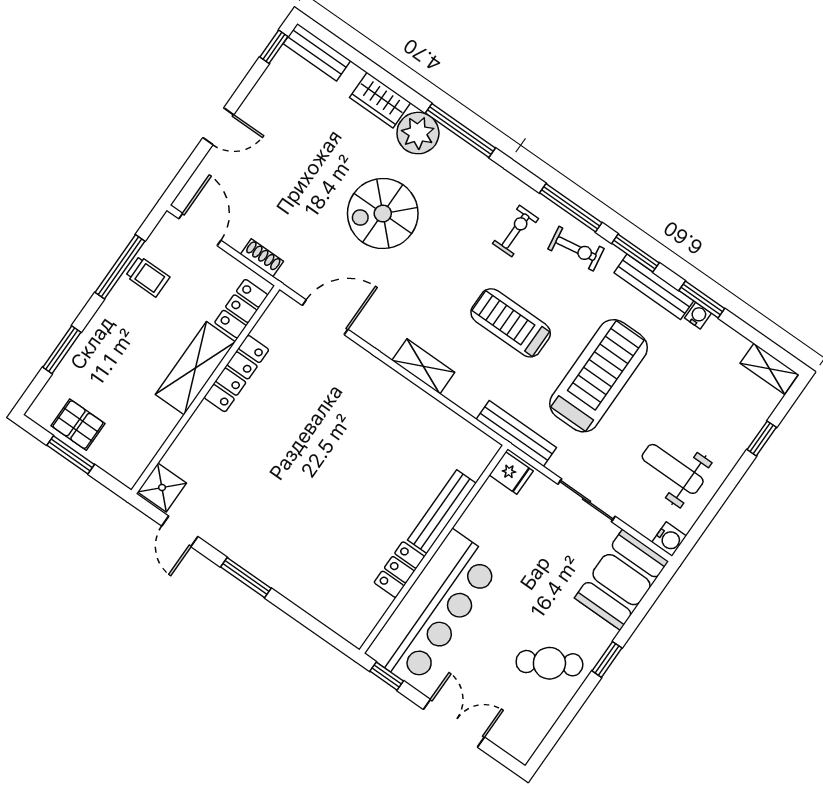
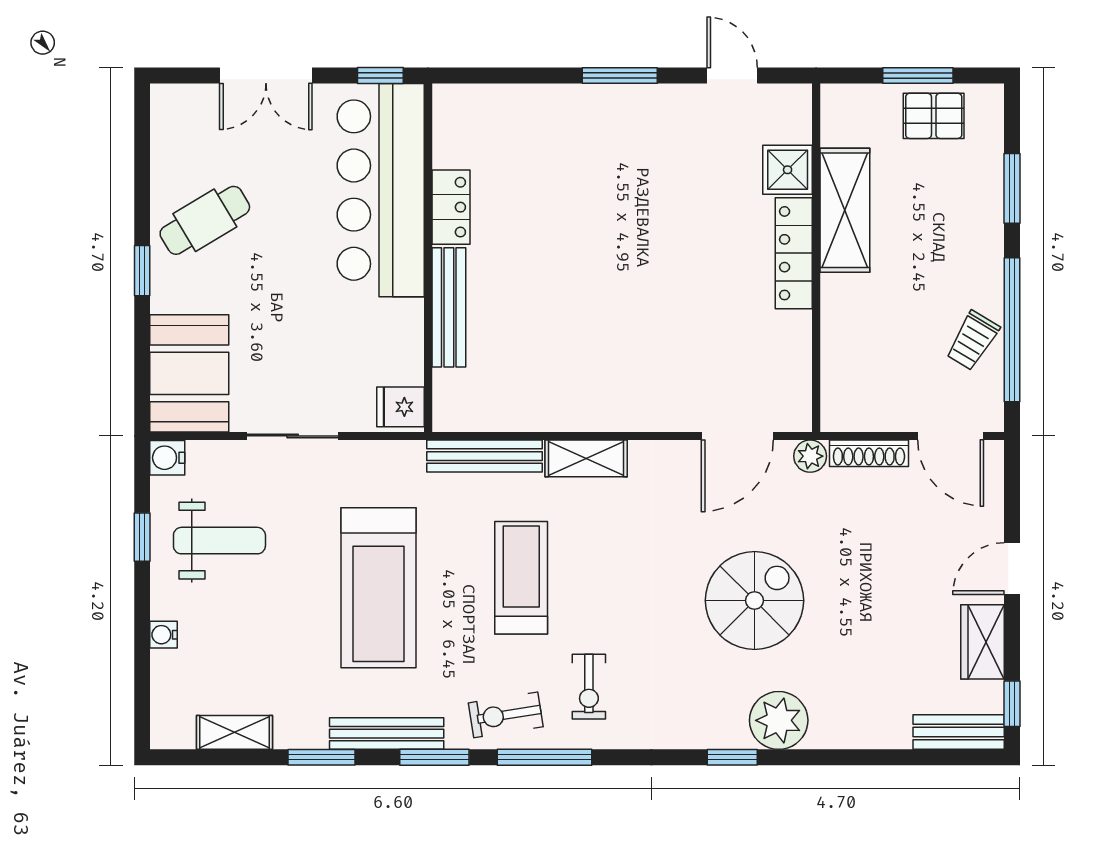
wardrobe: (380, 100) -> (983, 642), moved, turned -90
window: (460, 130) -> (732, 757), width x0.46
shoe rack: (262, 258) -> (869, 453), width x1.43
window: (120, 267) -> (1012, 330), width x1.46
plant: (291, 275) -> (810, 456), added
trolley: (148, 276) -> (973, 341), turned -59
locker: (241, 309) -> (840, 379), removed
water cooler: (698, 316) -> (163, 635), moved, turned 90
treadmill: (511, 323) -> (521, 578), turned -90
shelving: (195, 368) -> (845, 210), moved
shelving: (769, 369) -> (234, 732), moved
locker: (236, 373) -> (794, 253), moved
bench: (516, 434) -> (484, 456), moved
window: (762, 438) -> (142, 537), moved
shower: (162, 487) -> (788, 170), moved

